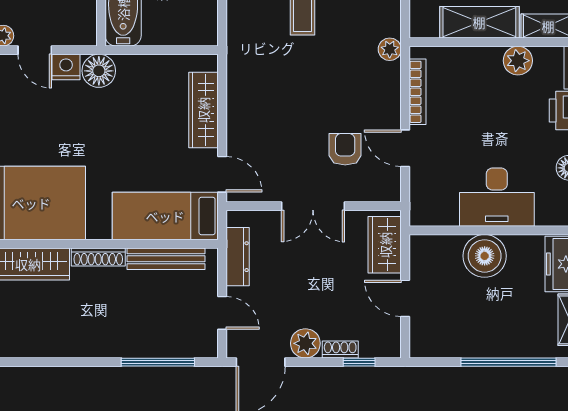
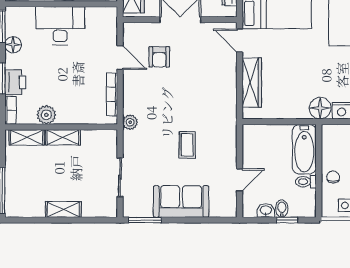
shelving: (479, 22) -> (63, 137), width x0.67, depth x0.75

